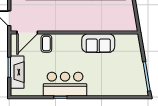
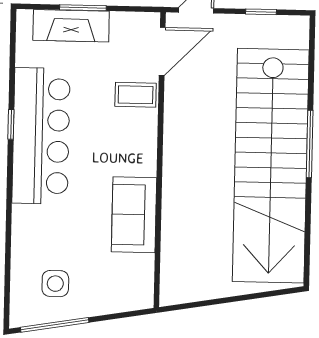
door: (27, 33) -> (162, 51), swing flipped
side table: (129, 76) -> (55, 284), added
bar counter: (65, 84) -> (41, 136), width x1.36

